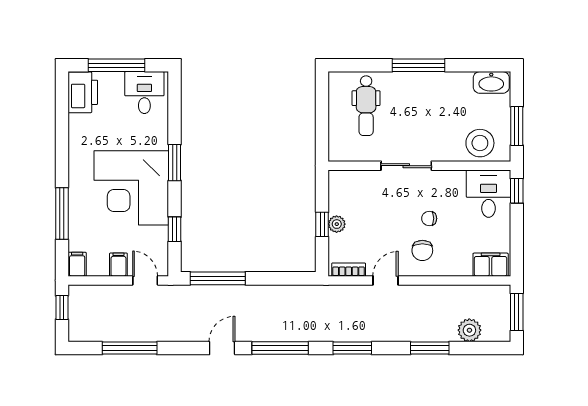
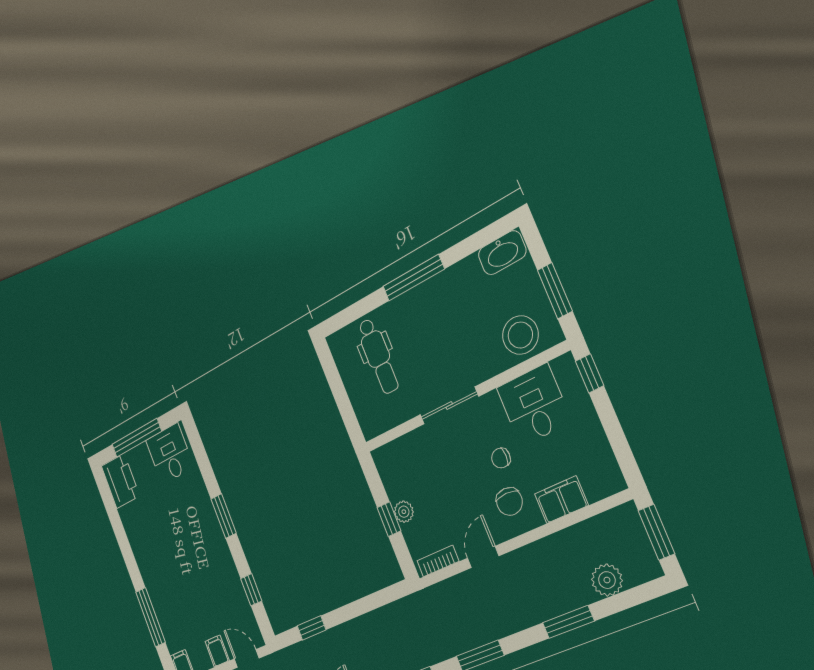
corner desk: (131, 188) -> (197, 562), removed
desk: (489, 194) -> (534, 405), moved
filing cabinet: (491, 265) -> (561, 500), moved
window: (218, 278) -> (312, 628), width x0.46

